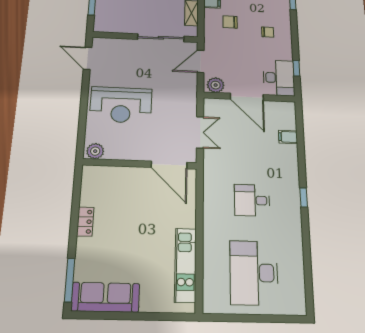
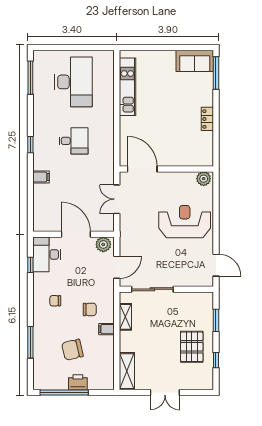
filing cabinet: (288, 137) -> (41, 177), moved
window: (308, 280) -> (30, 78), added
sofa: (105, 297) -> (195, 61), width x0.73

